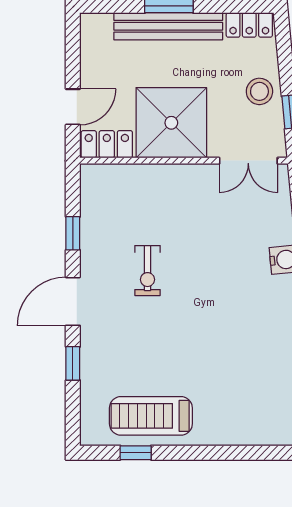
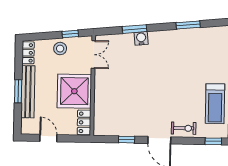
door: (73, 107) -> (48, 138), moved
exercise bike: (147, 271) -> (184, 128), moved
window: (73, 363) -> (213, 141), moved

